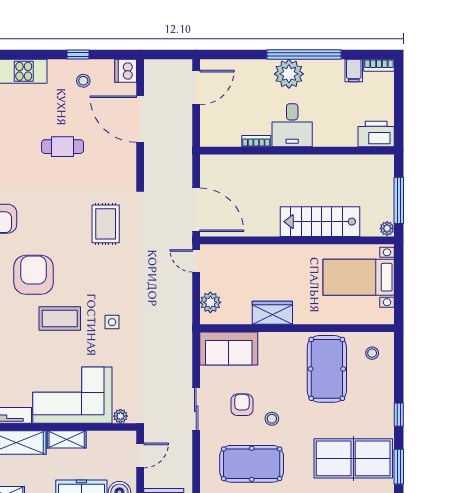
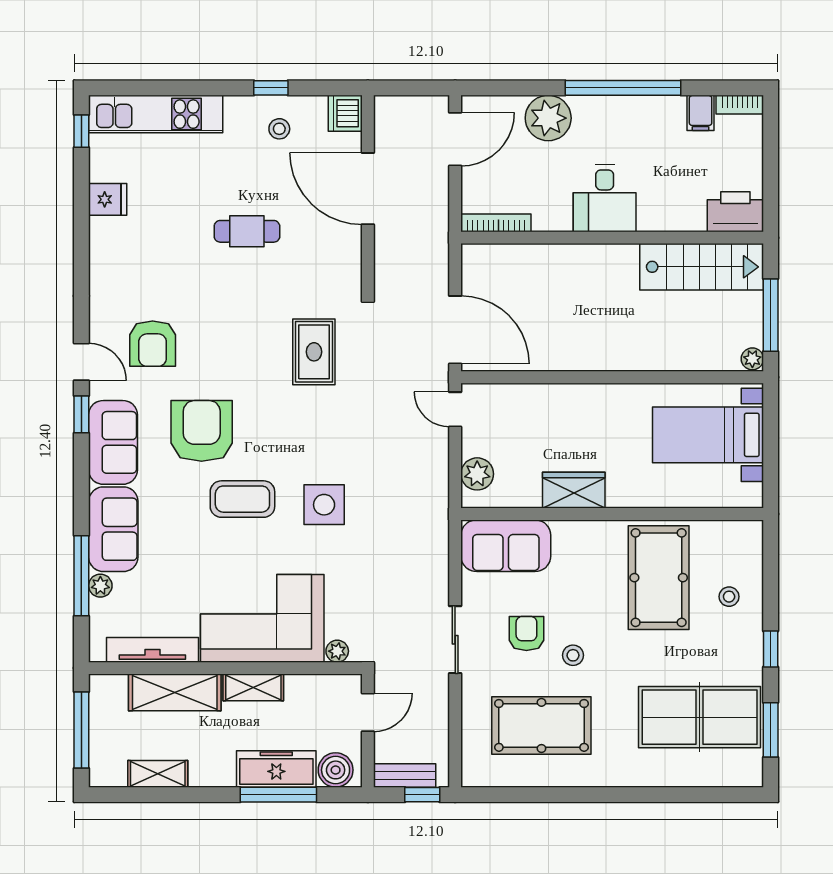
plant: (289, 74) -> (548, 118), moved
bookcase: (256, 141) -> (496, 223), moved, width x1.56
stairs: (320, 222) -> (702, 267), moved, turned 180
side table: (112, 322) -> (324, 505), width x1.87, depth x1.87
stool: (372, 353) -> (729, 597), moved

